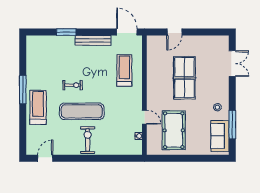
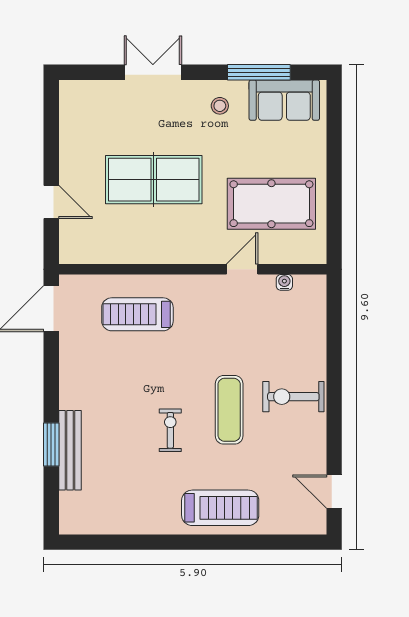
bench: (93, 40) -> (70, 450), moved
double door: (232, 64) -> (153, 72), moved
window: (23, 90) -> (180, 542), removed
treadmill: (38, 107) -> (220, 508), turned 180
exercise mat: (82, 111) -> (229, 410), width x0.73, depth x0.69

